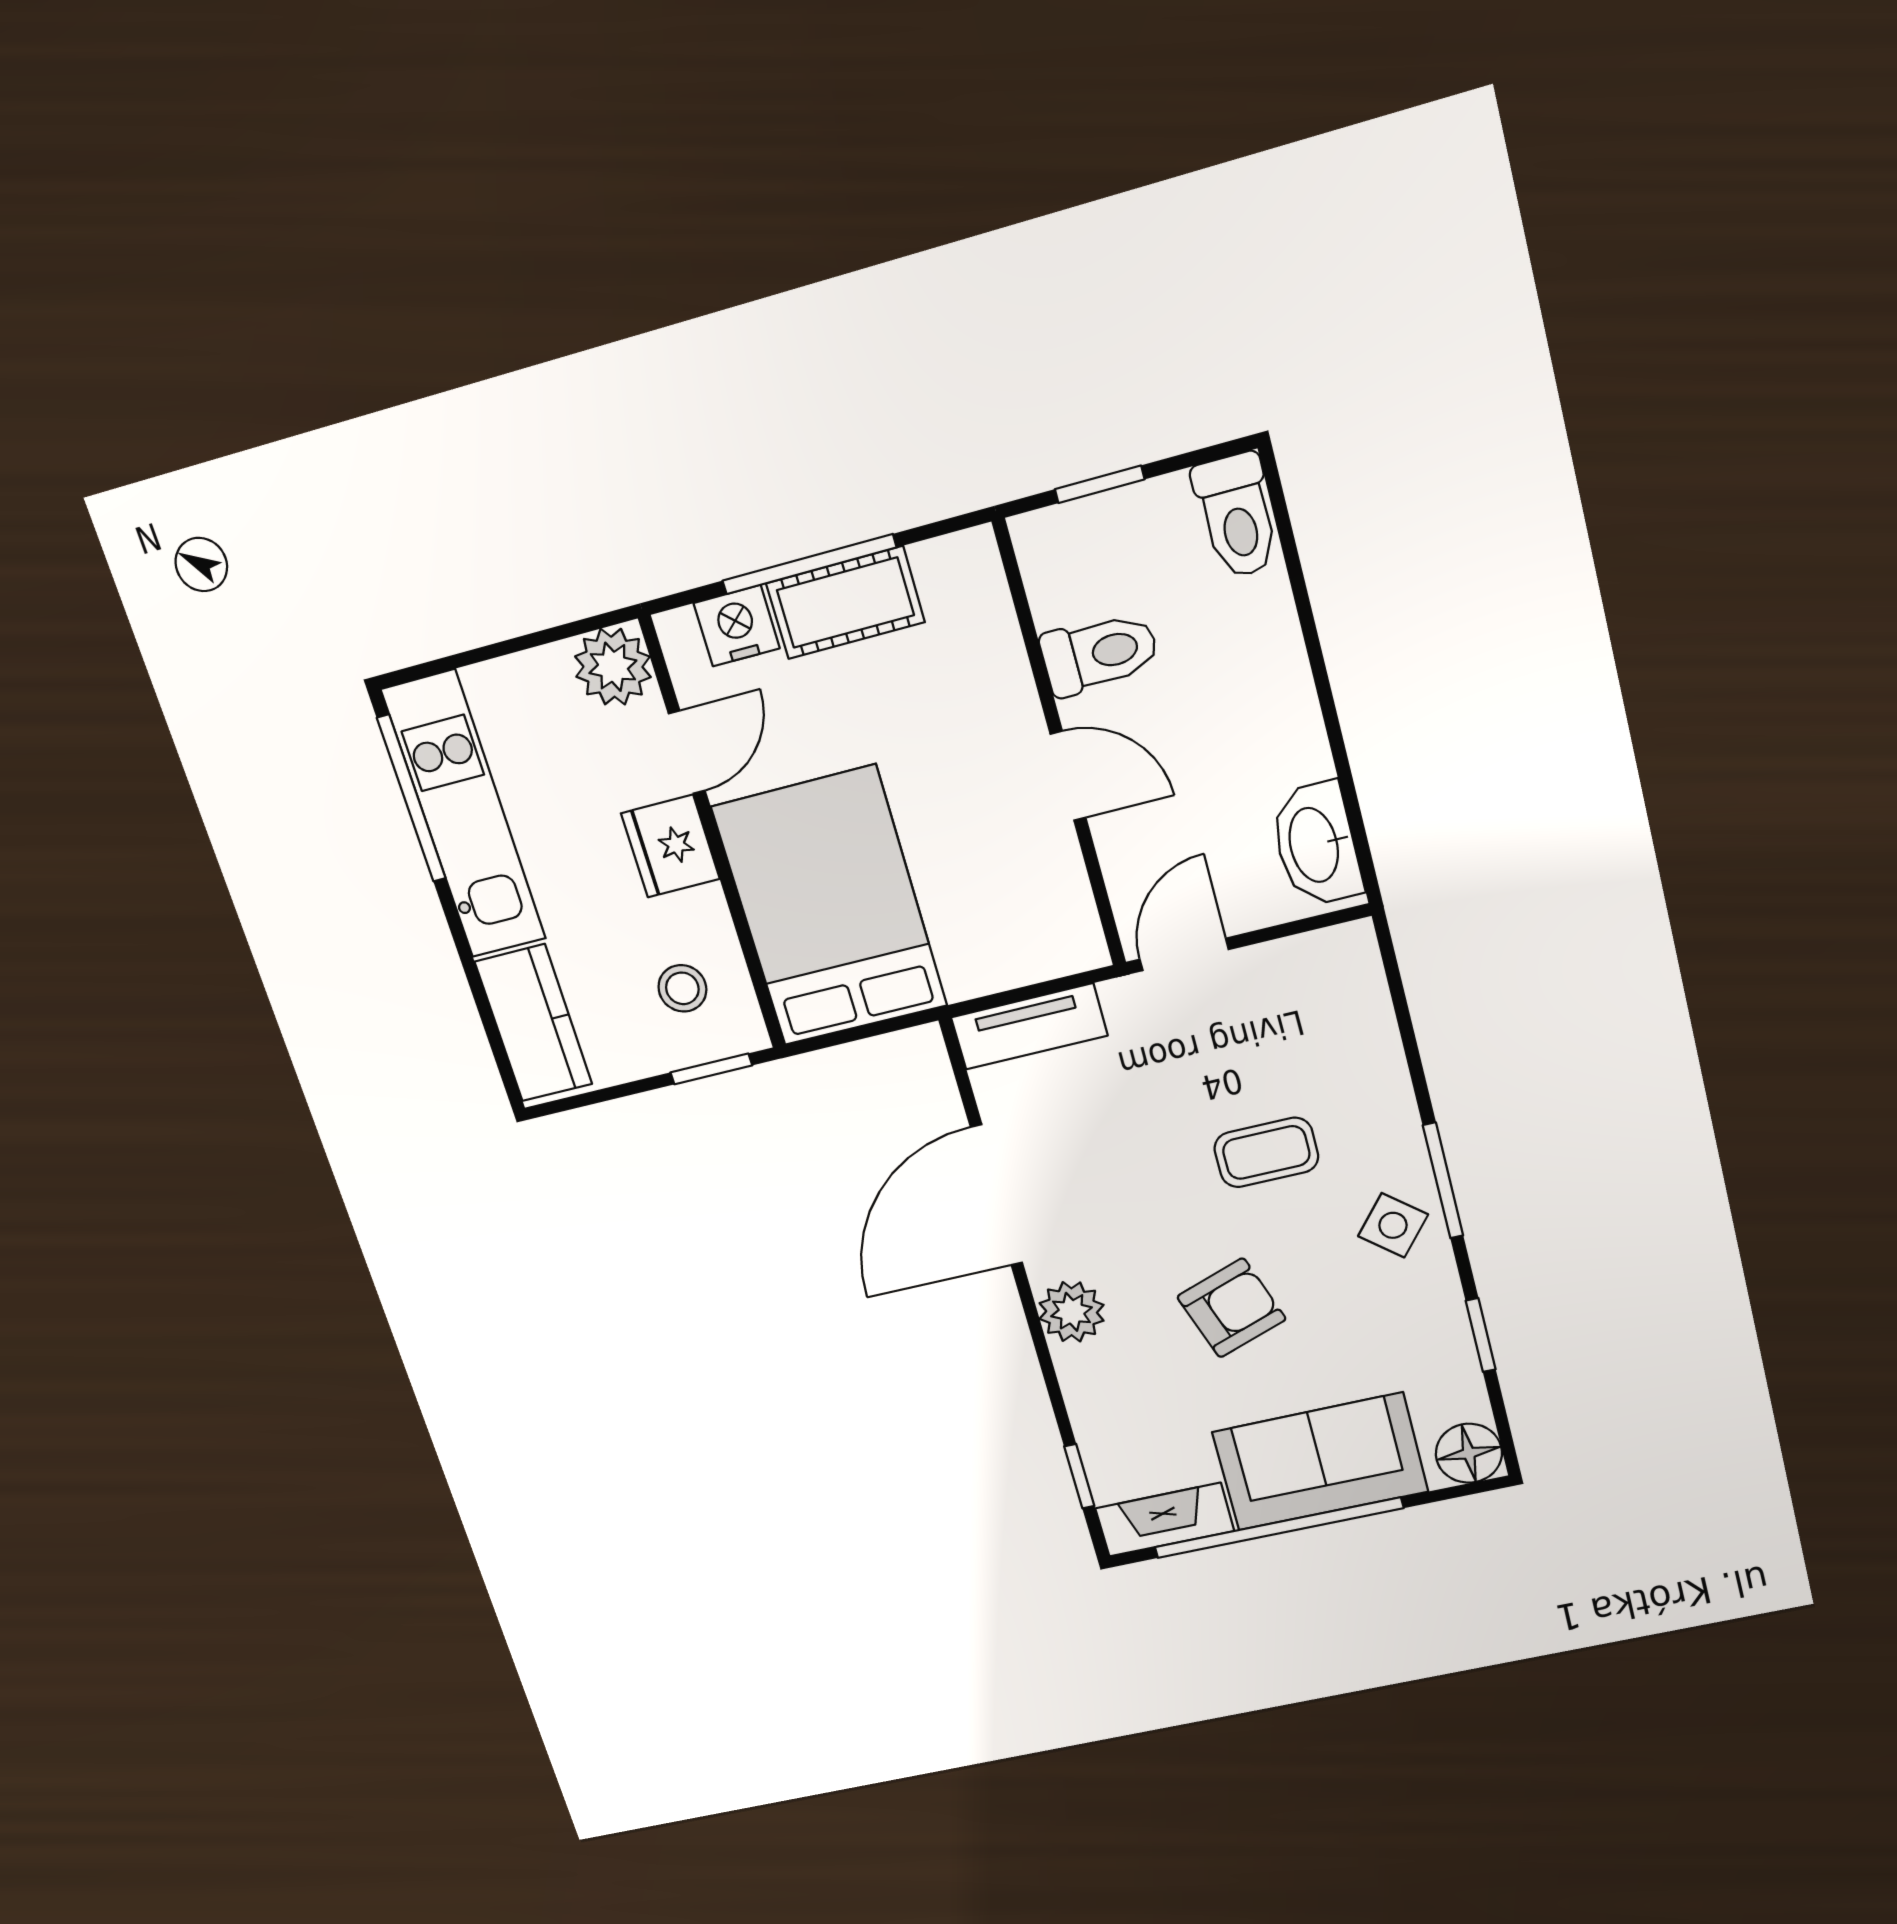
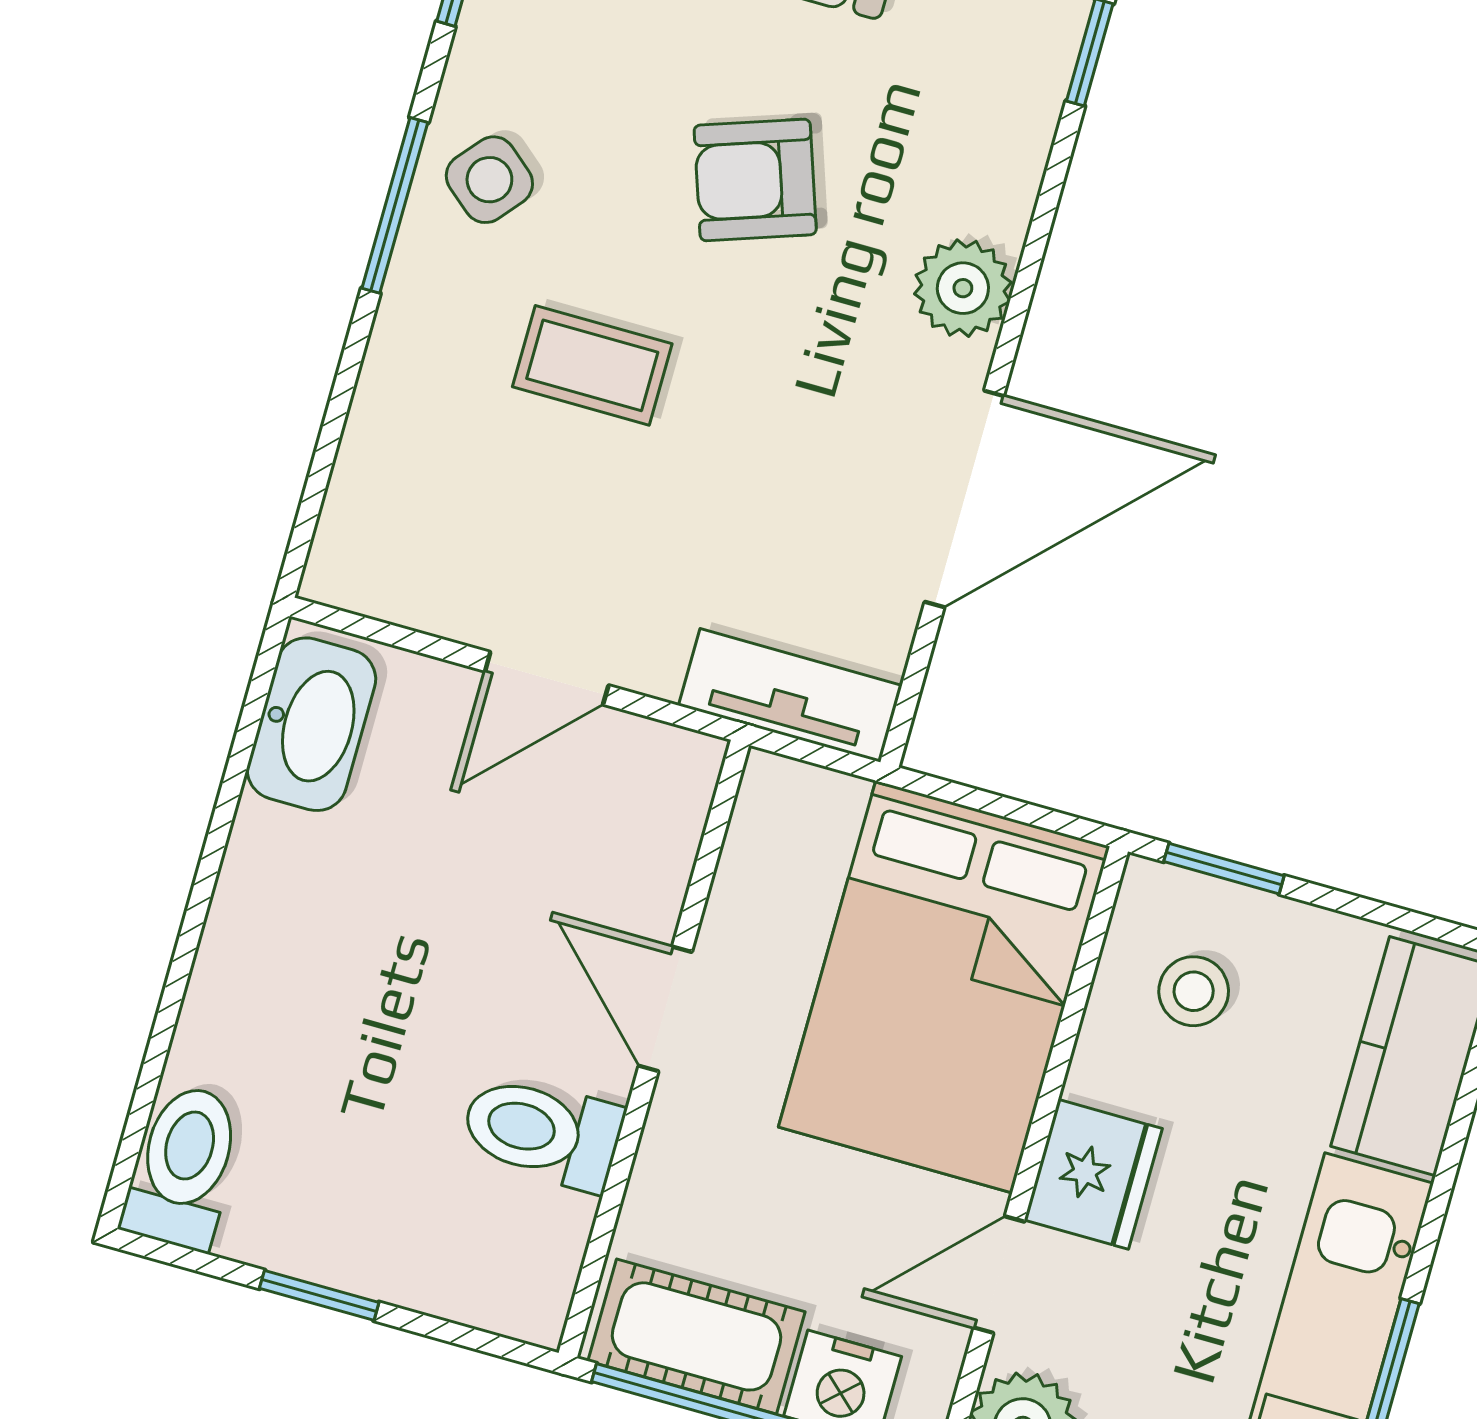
toilet: (1100, 654) -> (542, 1132), moved
wall: (1060, 747) -> (654, 1049), moved
door: (1068, 776) -> (665, 1009), moved

